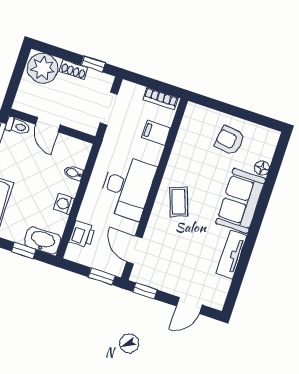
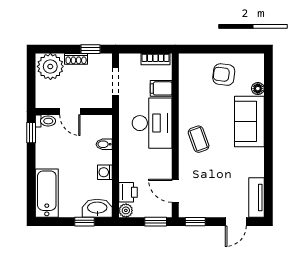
desk: (127, 187) -> (152, 123), moved
plant: (73, 253) -> (126, 210), added
tv unit: (232, 254) -> (256, 197), moved

